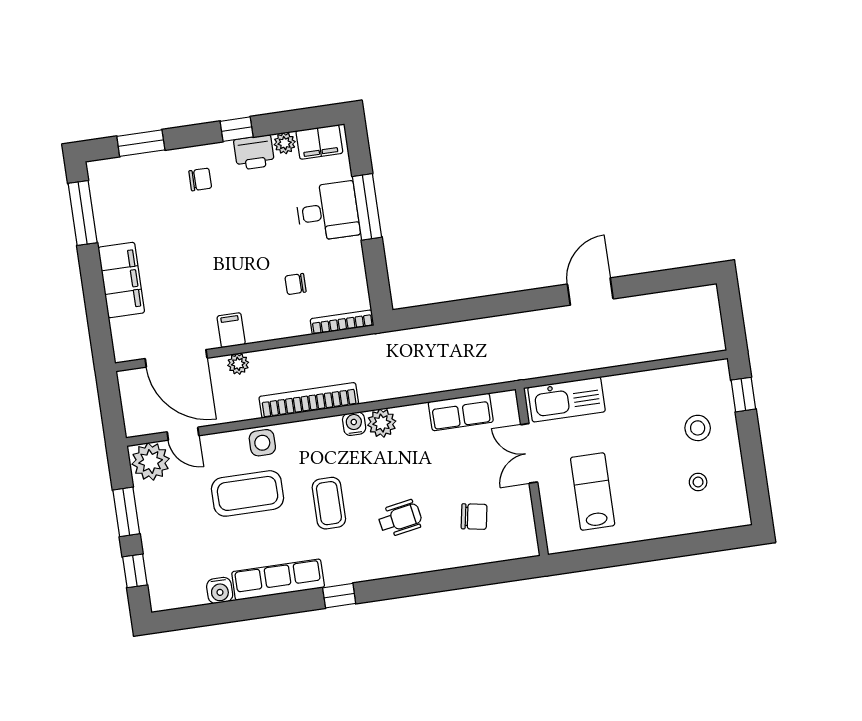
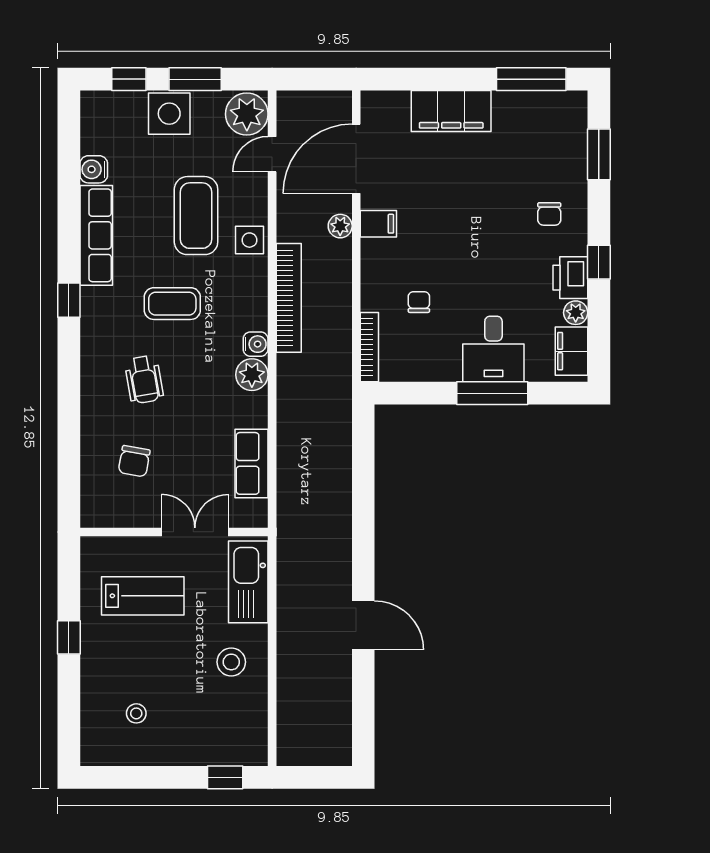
stool: (698, 428) -> (231, 662), moved
side table: (160, 531) -> (169, 114), added
window: (639, 552) -> (69, 637), added

